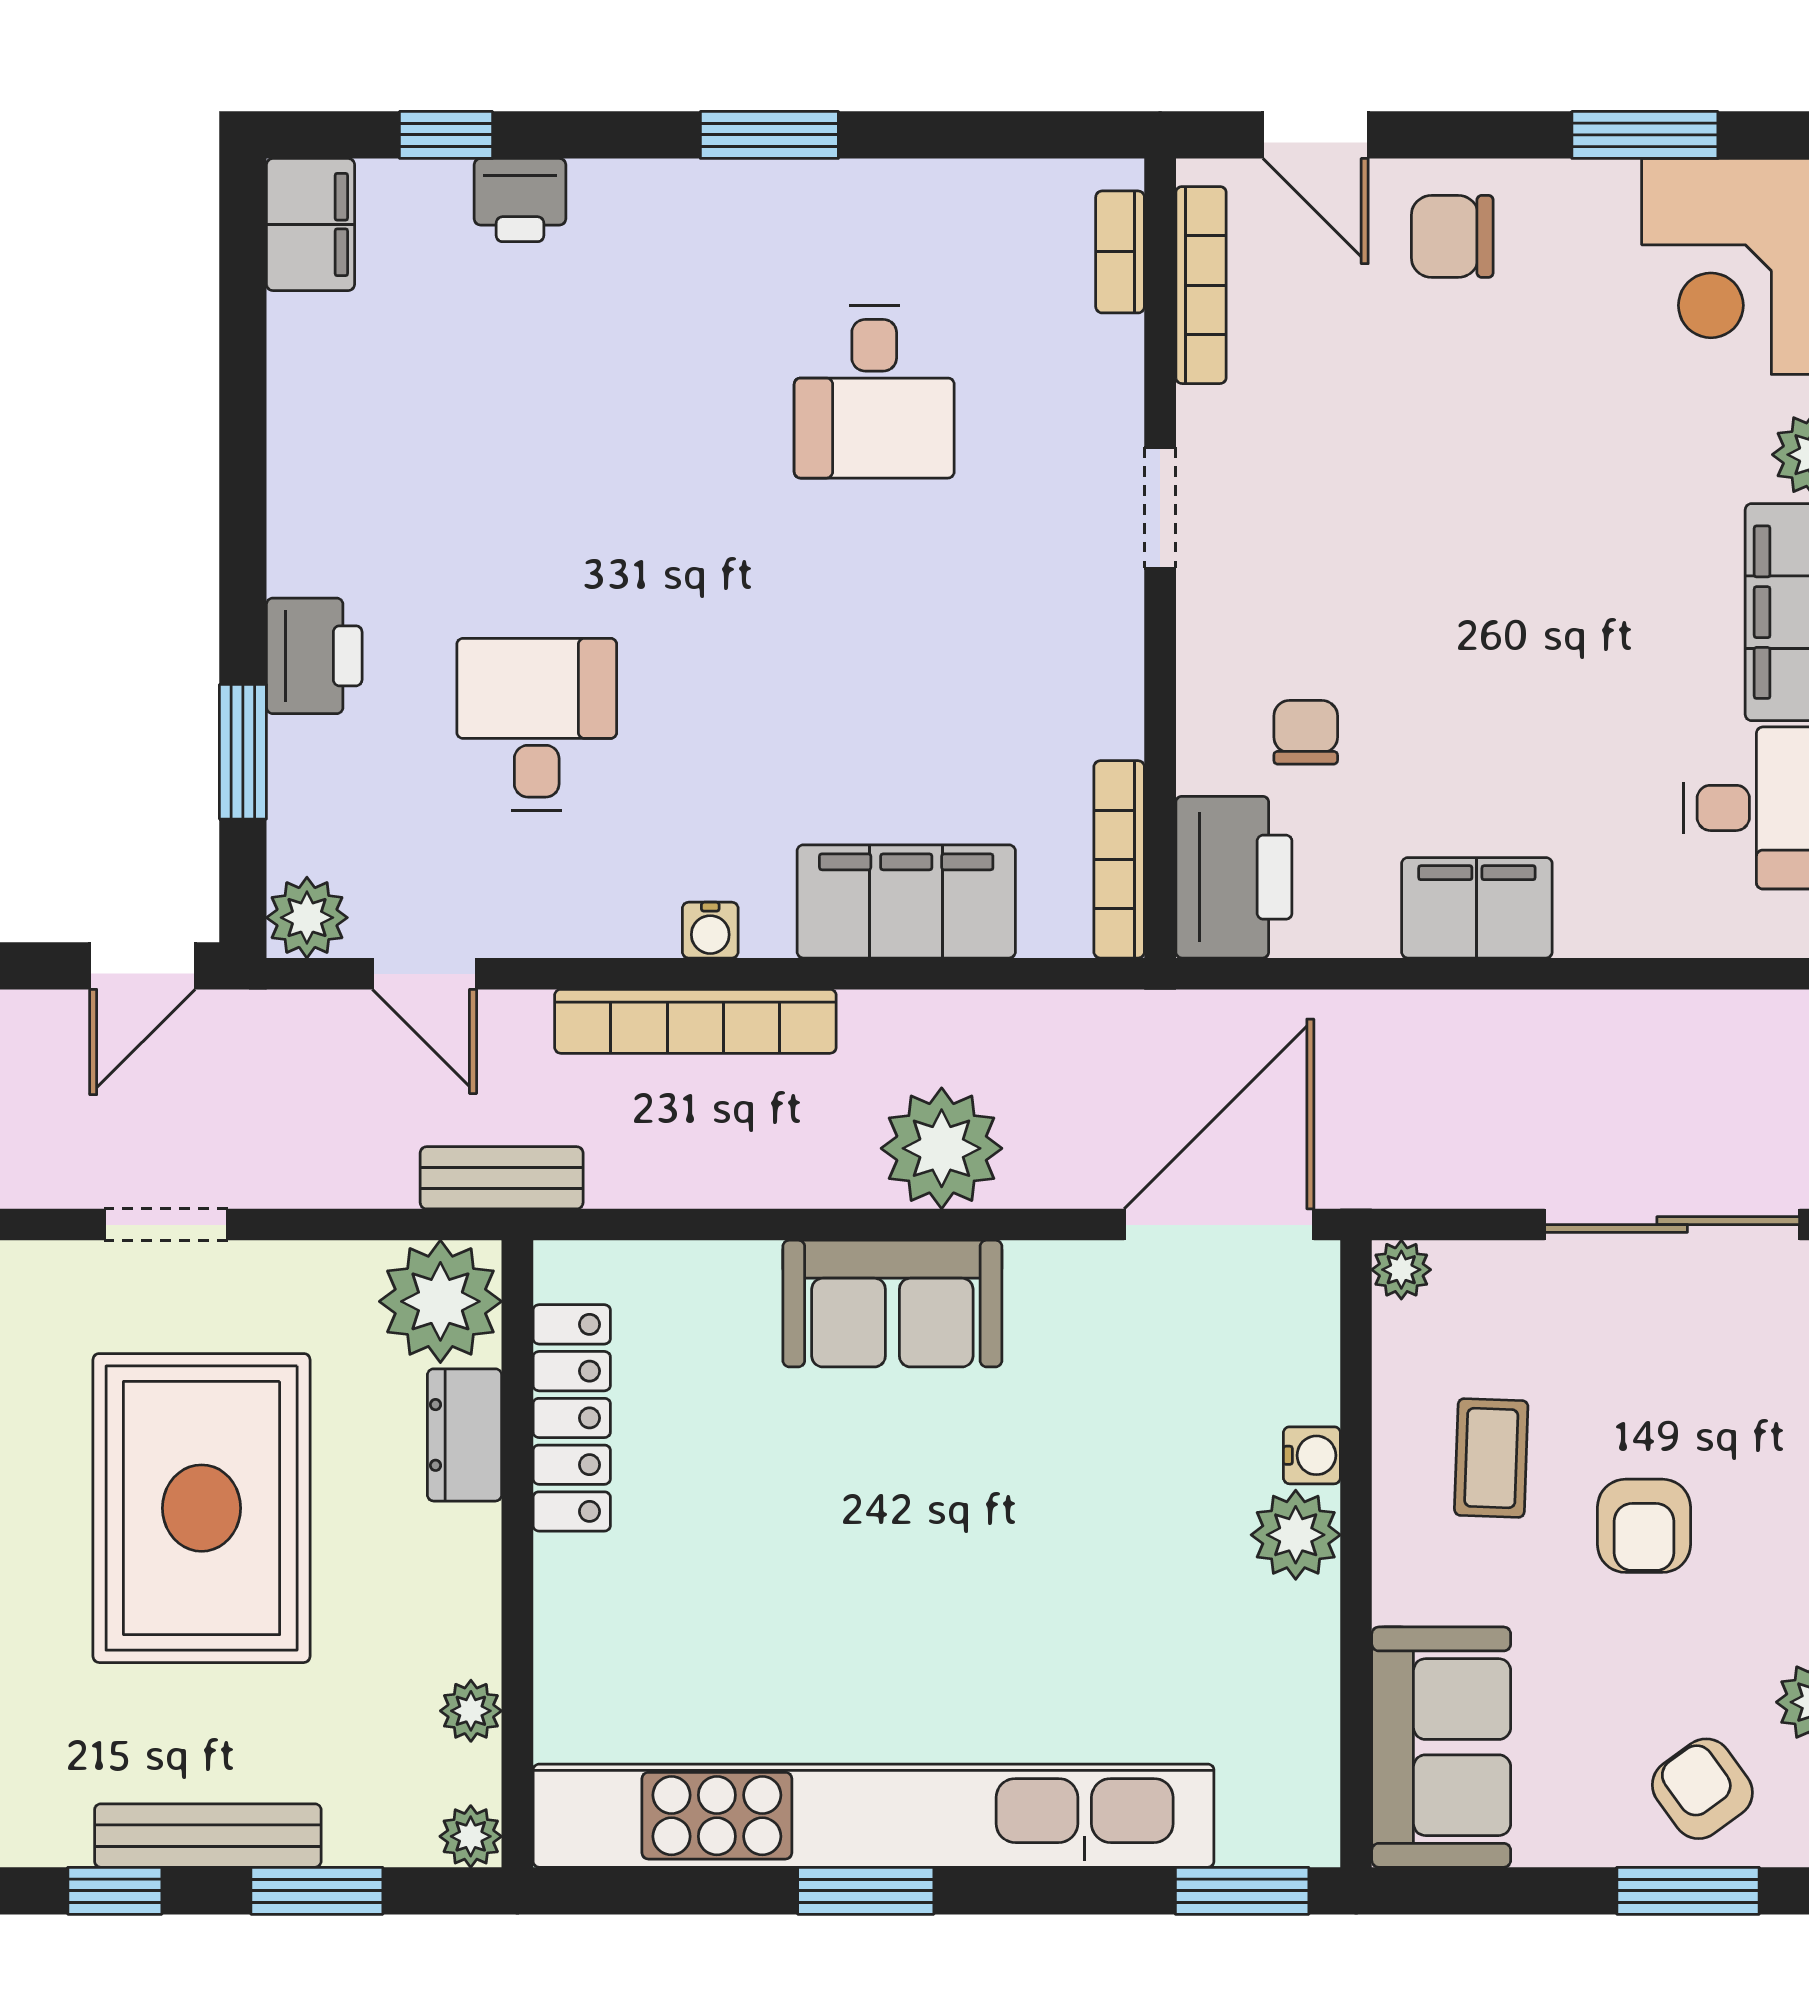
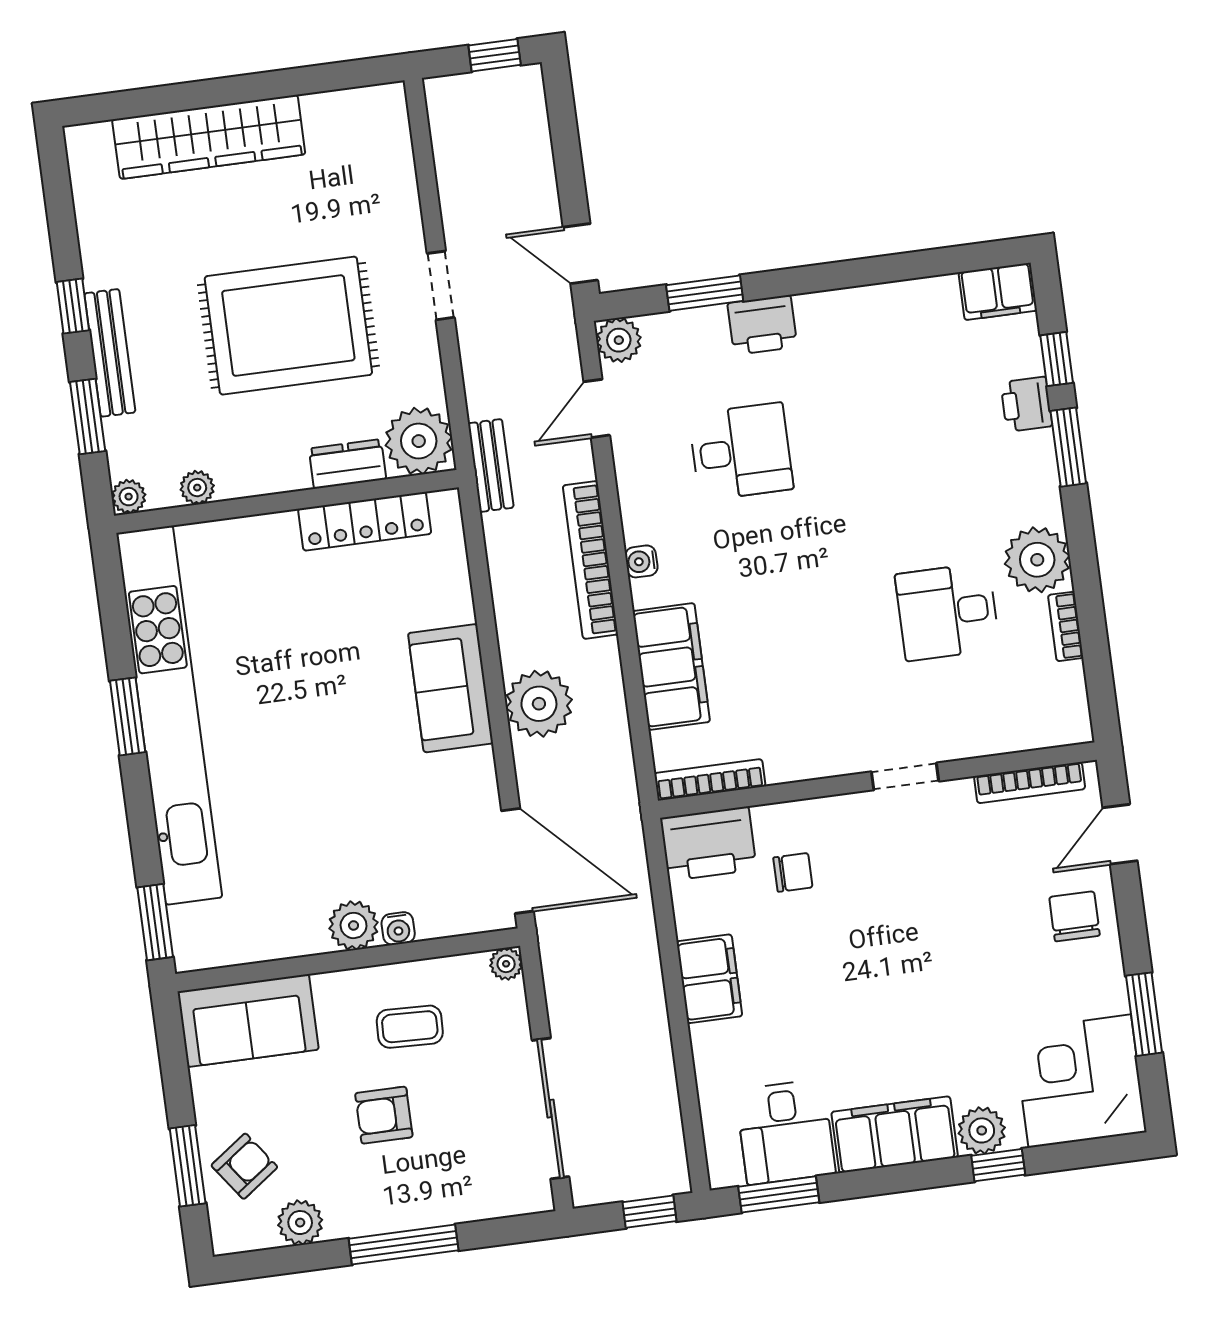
window: (769, 135) -> (1068, 447), moved
plant: (802, 218) -> (1037, 560), added
bookcase: (1120, 252) -> (1066, 626), moved, turned -90

